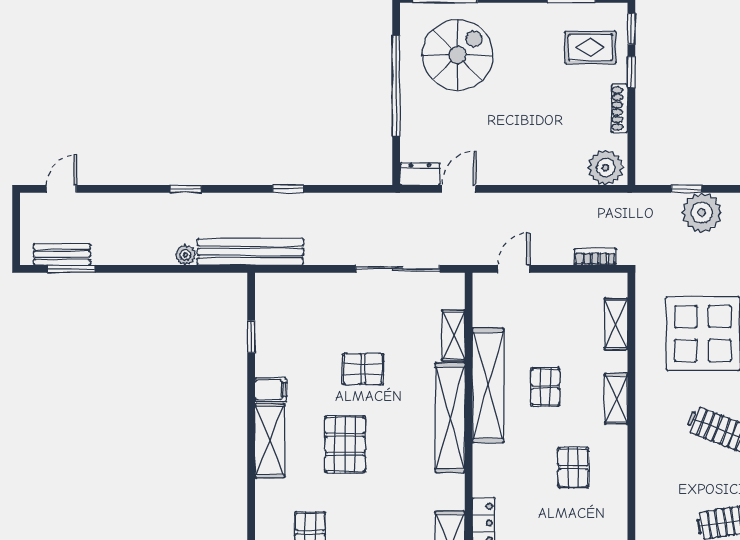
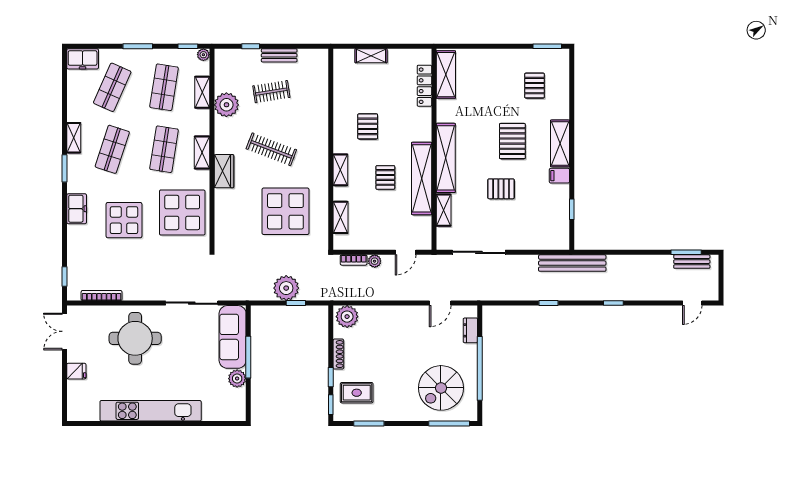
dresser: (420, 174) -> (470, 330), moved, turned 90
plant: (185, 255) -> (375, 261), moved

